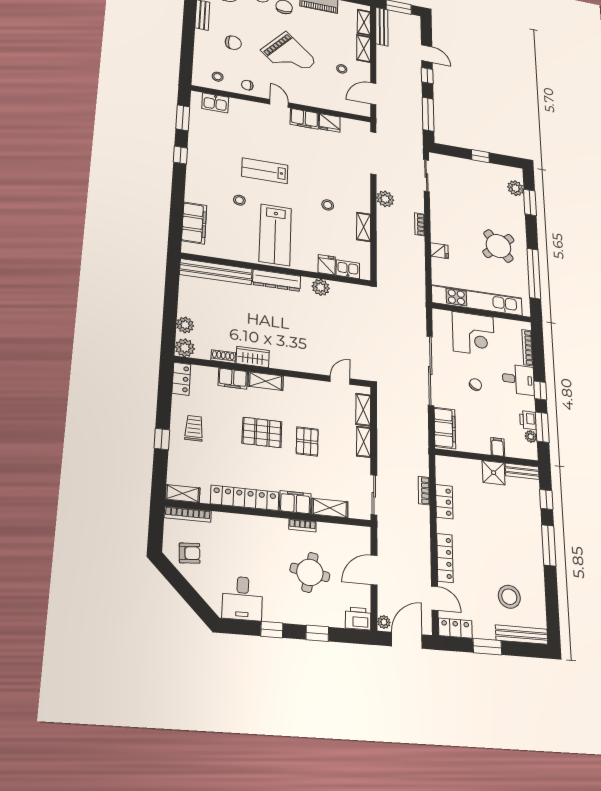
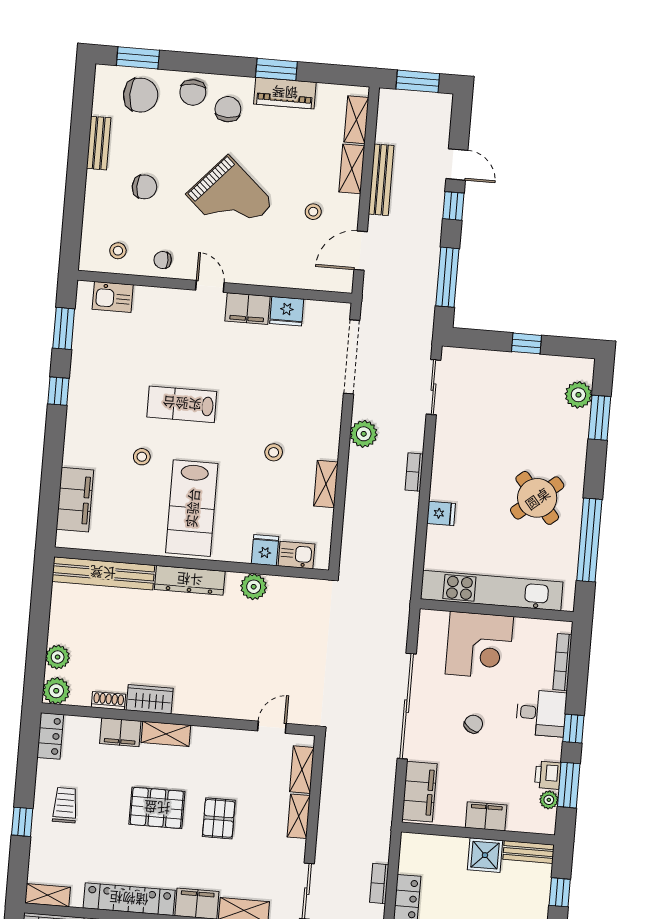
bench: (382, 27) -> (381, 180), moved
filing cabinet: (498, 447) -> (486, 816), width x2.00

